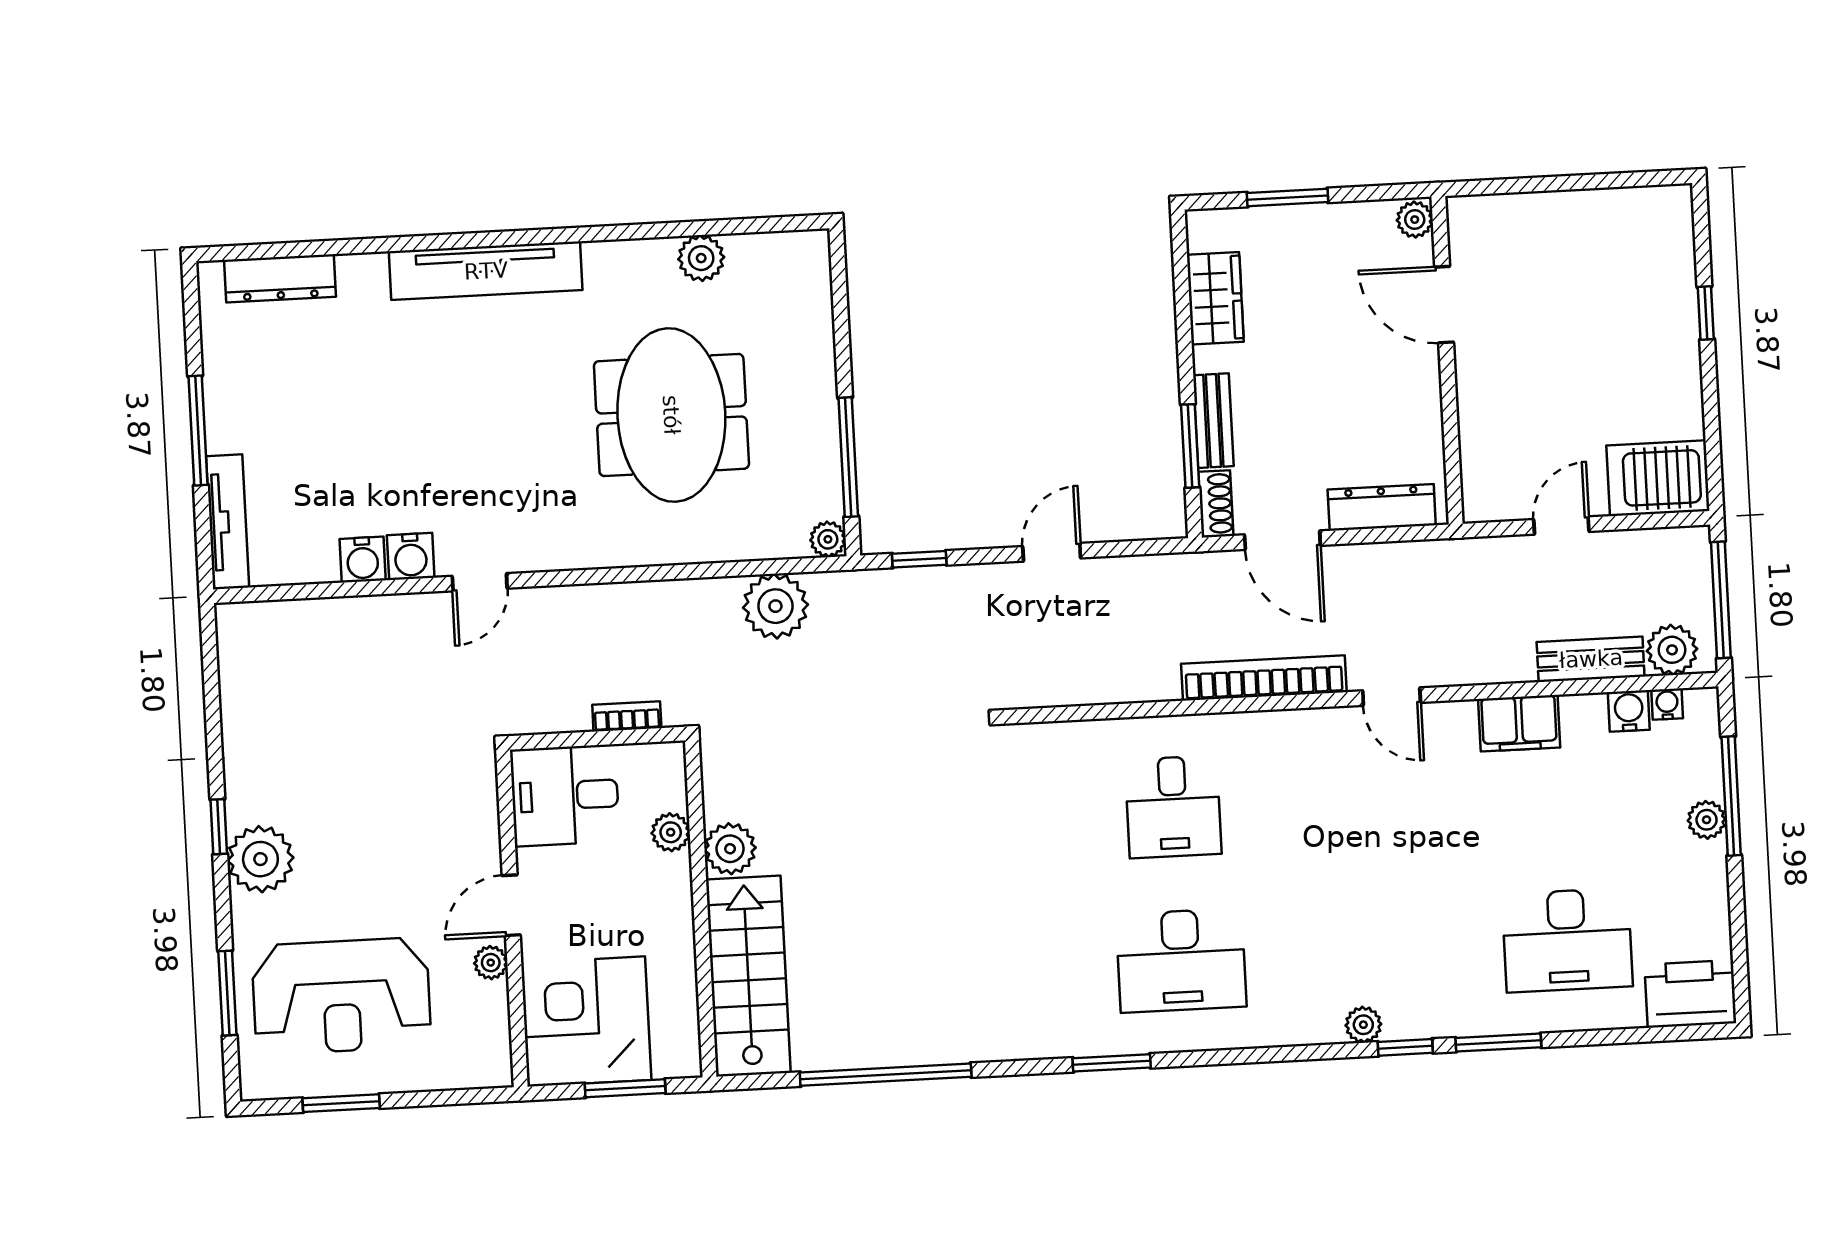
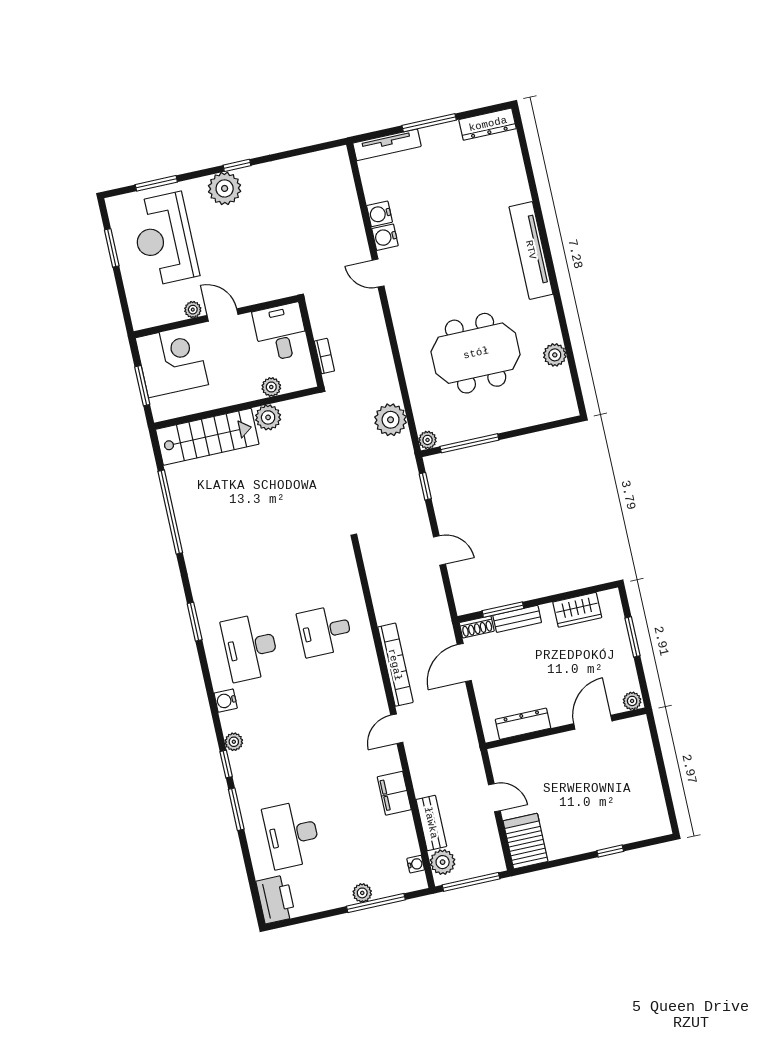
dresser: (280, 278) -> (488, 124), moved, turned -90
dresser: (1382, 507) -> (523, 724), moved, turned -90
water cooler: (1629, 711) -> (226, 701), moved, turned 180

